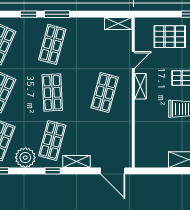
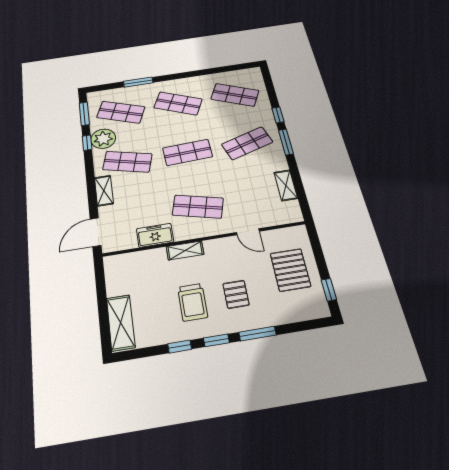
shelving: (118, 24) -> (286, 185), moved
shop shelf: (52, 44) -> (247, 143), turned -33
shelving: (140, 86) -> (185, 250), moved
freezer: (124, 128) -> (155, 235), added
window: (53, 171) -> (87, 143), moved

